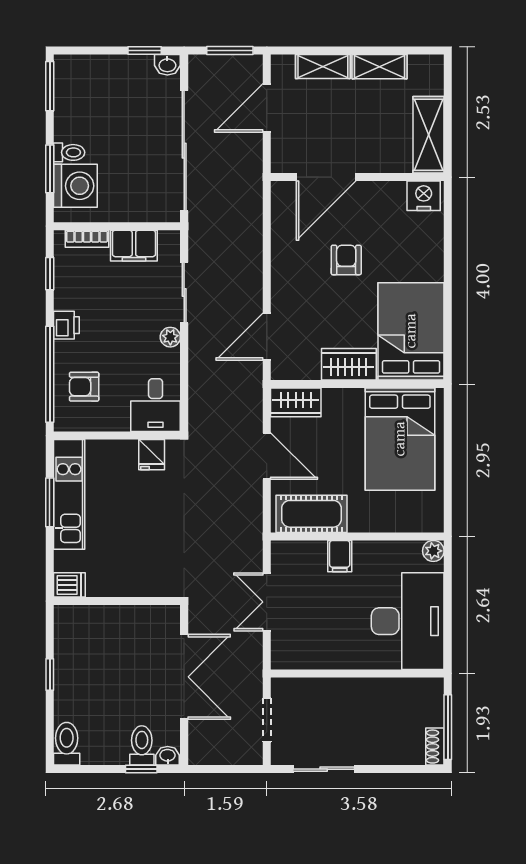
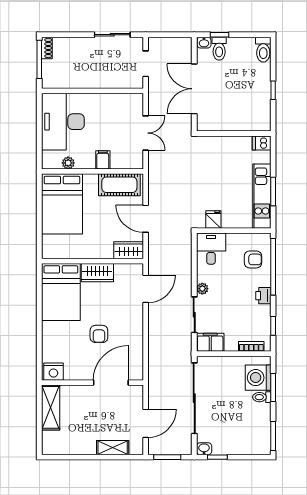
shelving: (379, 67) -> (79, 448), removed
filing cabinet: (134, 246) -> (210, 342), moved
bed: (400, 439) -> (62, 204), moved, turned 180
plant: (433, 551) -> (68, 163), moved

